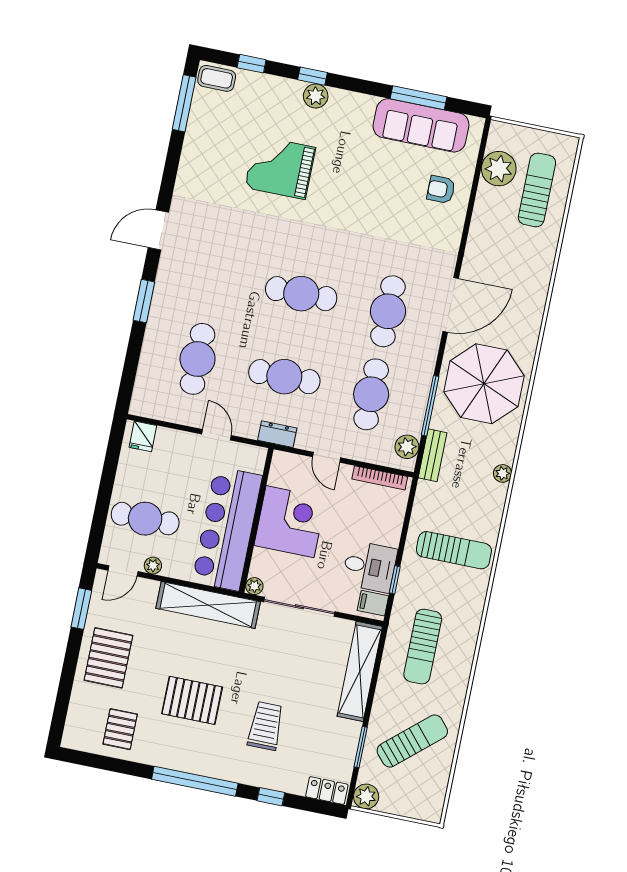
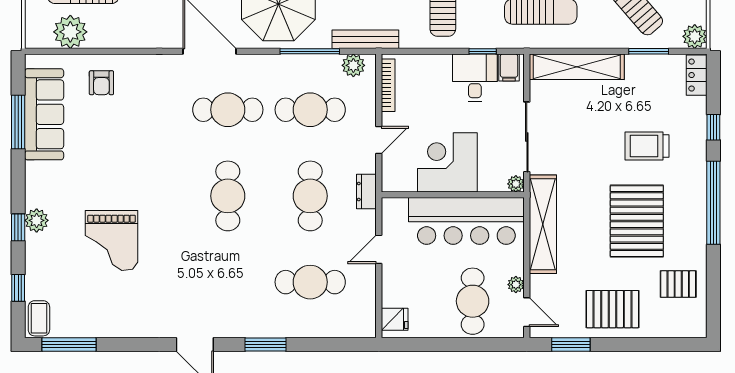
bench: (433, 455) -> (365, 39), width x1.36
pallet: (192, 700) -> (637, 221), width x1.37, depth x1.41

